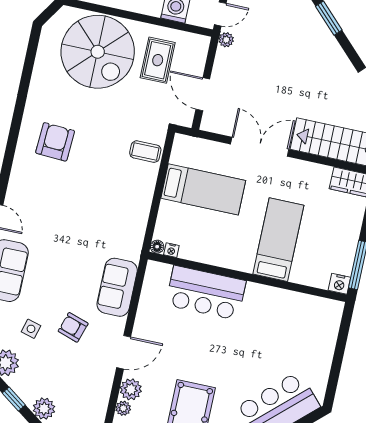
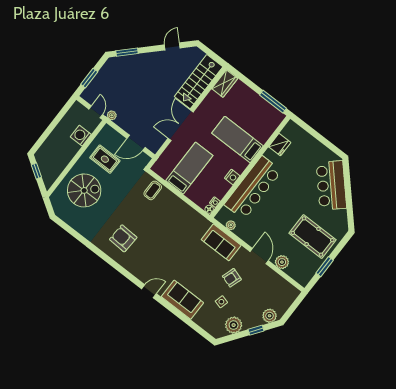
spiral stairs: (98, 52) -> (84, 190), width x0.73, depth x0.73
nightstand: (339, 284) -> (232, 177), moved
bar counter: (206, 293) -> (253, 188), width x1.36
fridge: (300, 304) -> (280, 145), added
plant: (123, 408) -> (231, 225), moved

